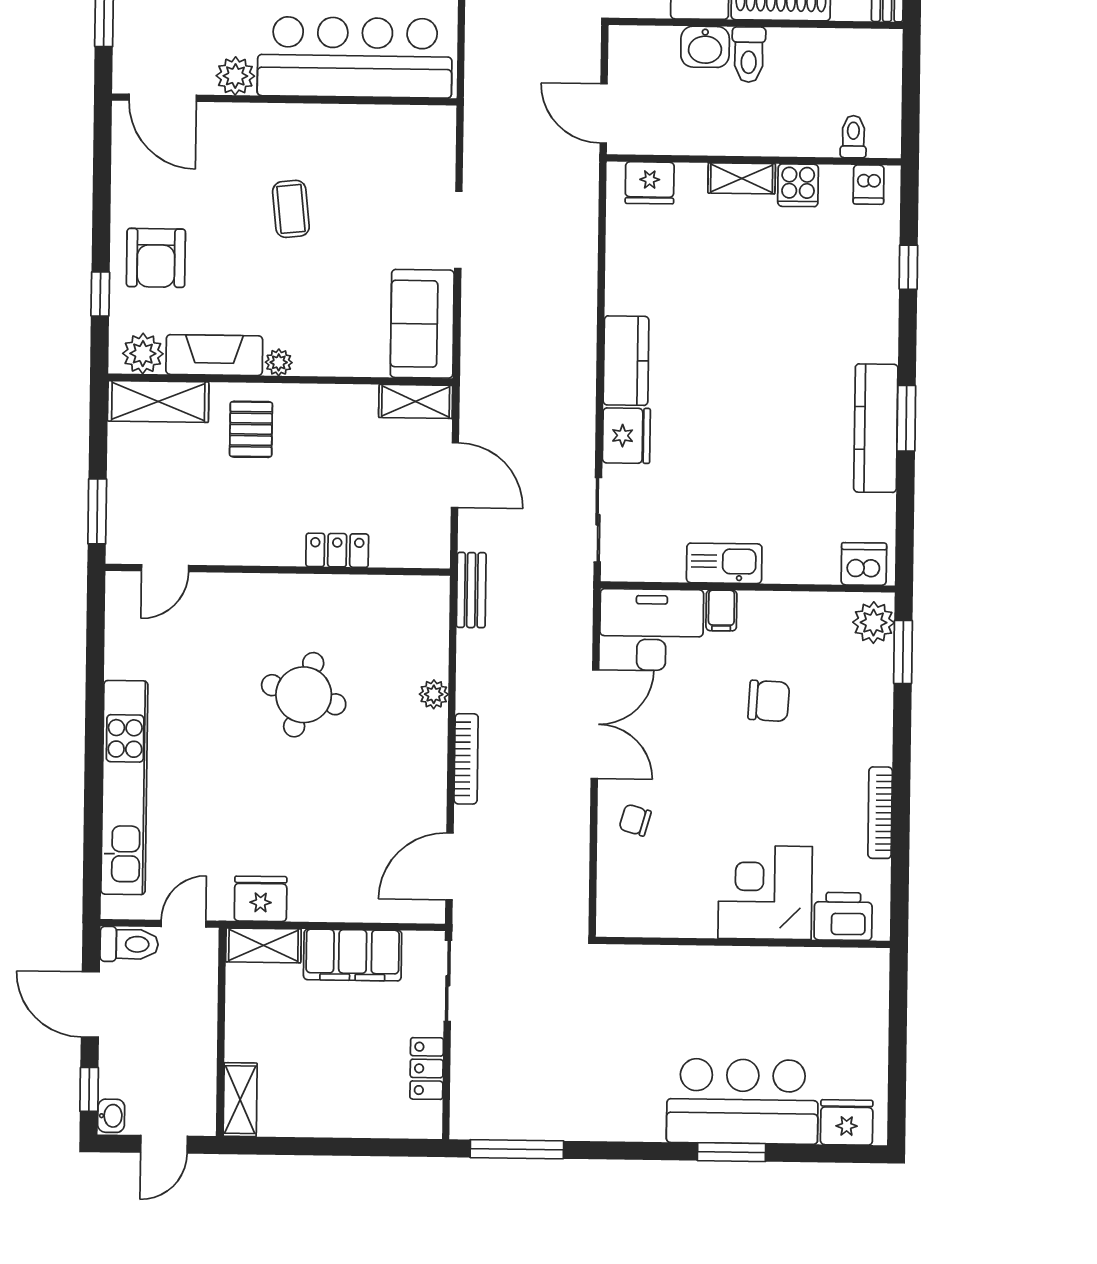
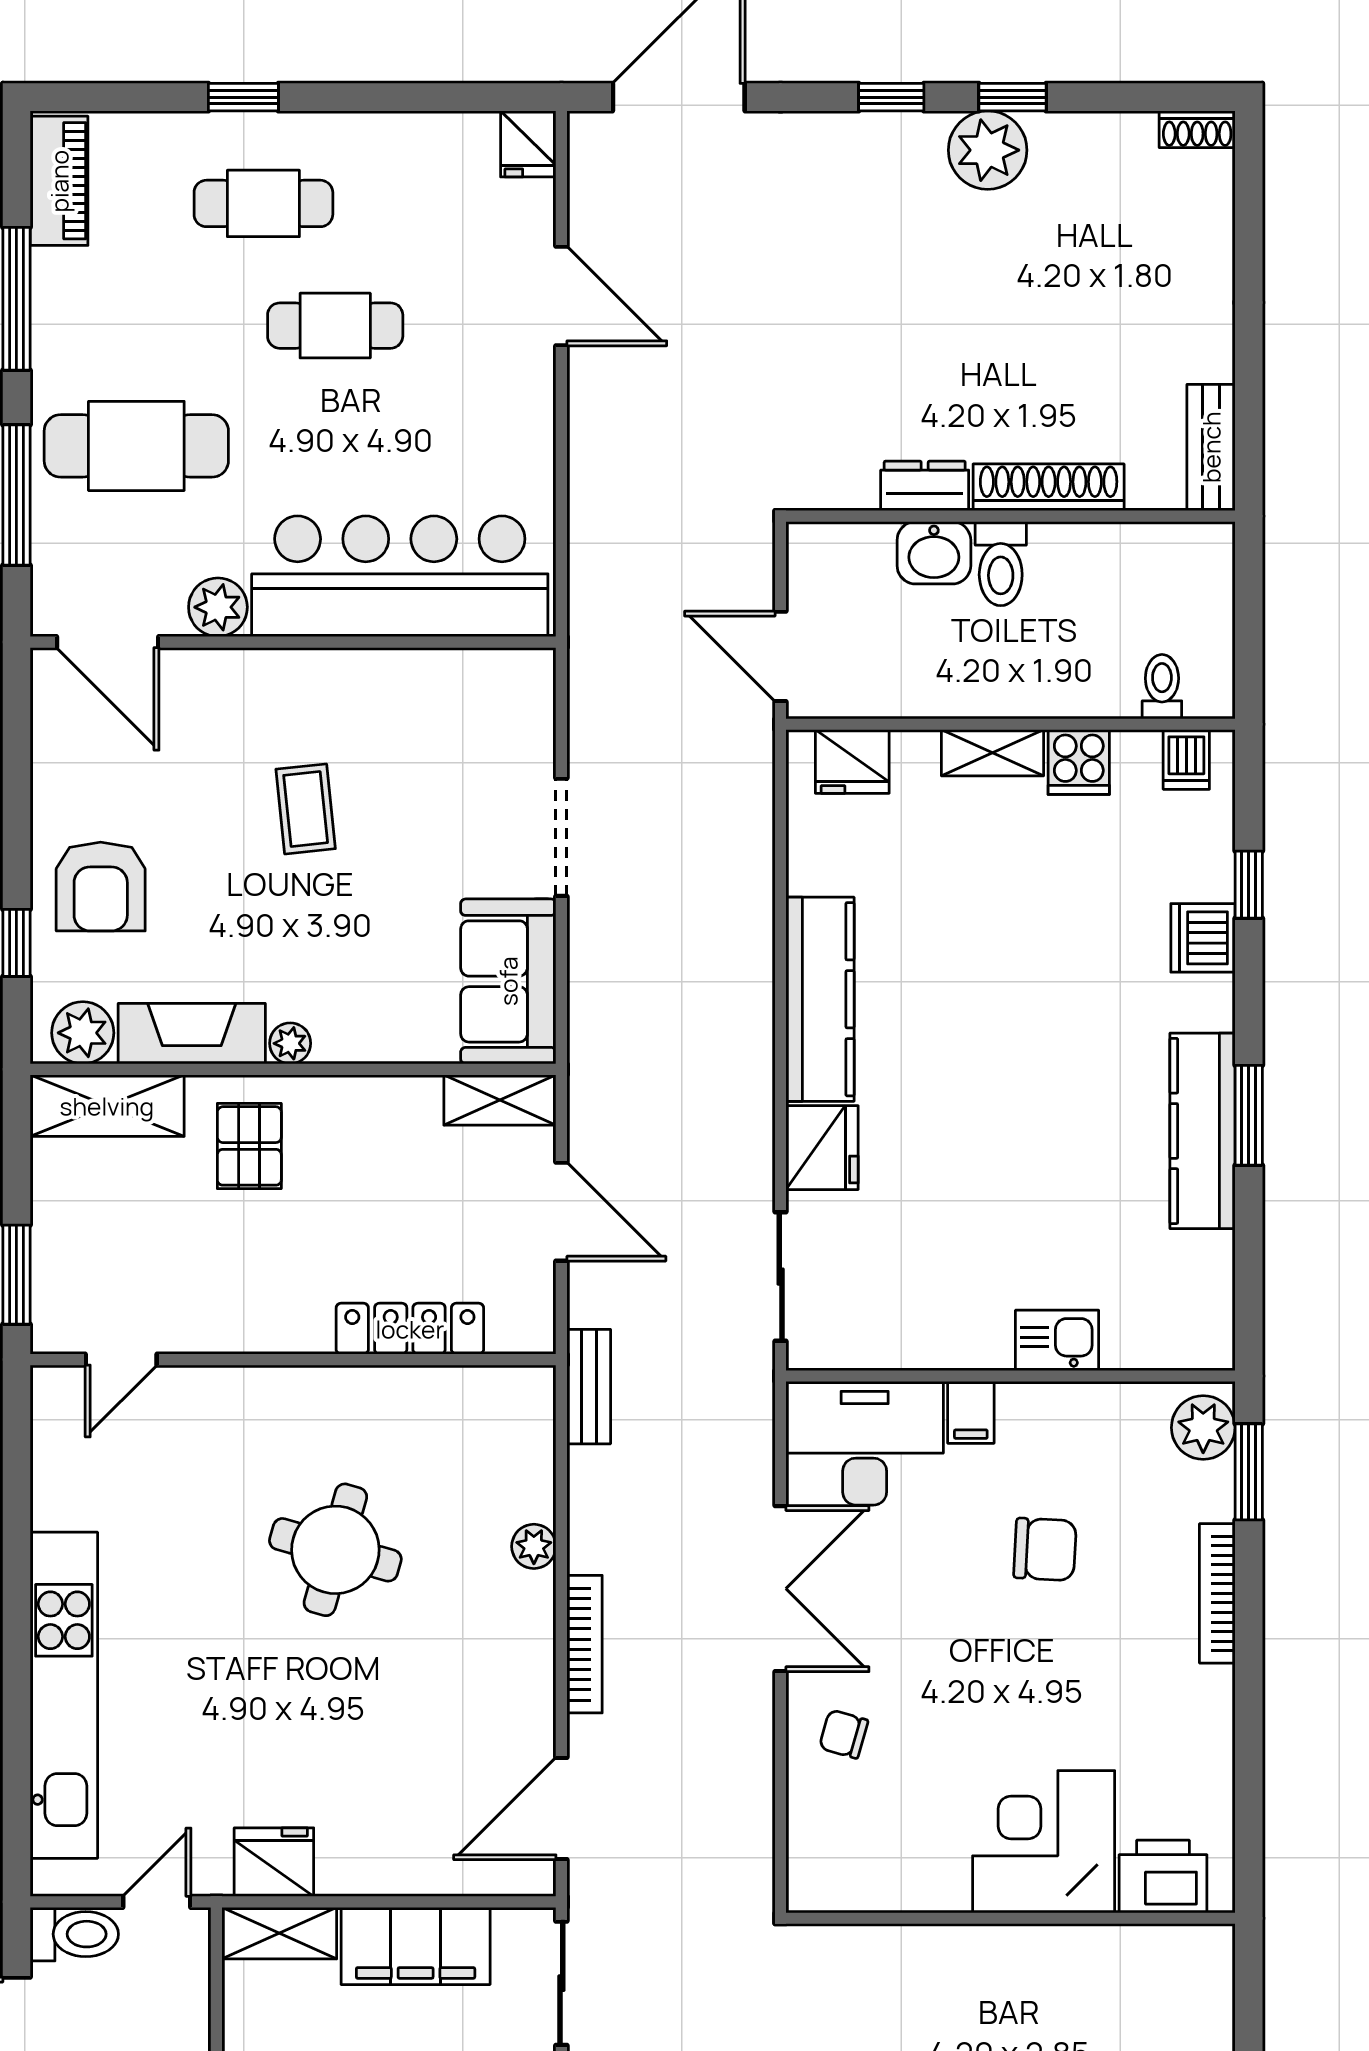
kitchen counter: (626, 361) -> (820, 999), width x1.50
locker: (337, 550) -> (410, 1329), width x1.53
kitchen sink: (724, 563) -> (1057, 1340), moved, width x0.73
dishwasher: (864, 564) -> (1203, 938), moved, turned -90
bookcase: (880, 813) -> (1217, 1593), moved

